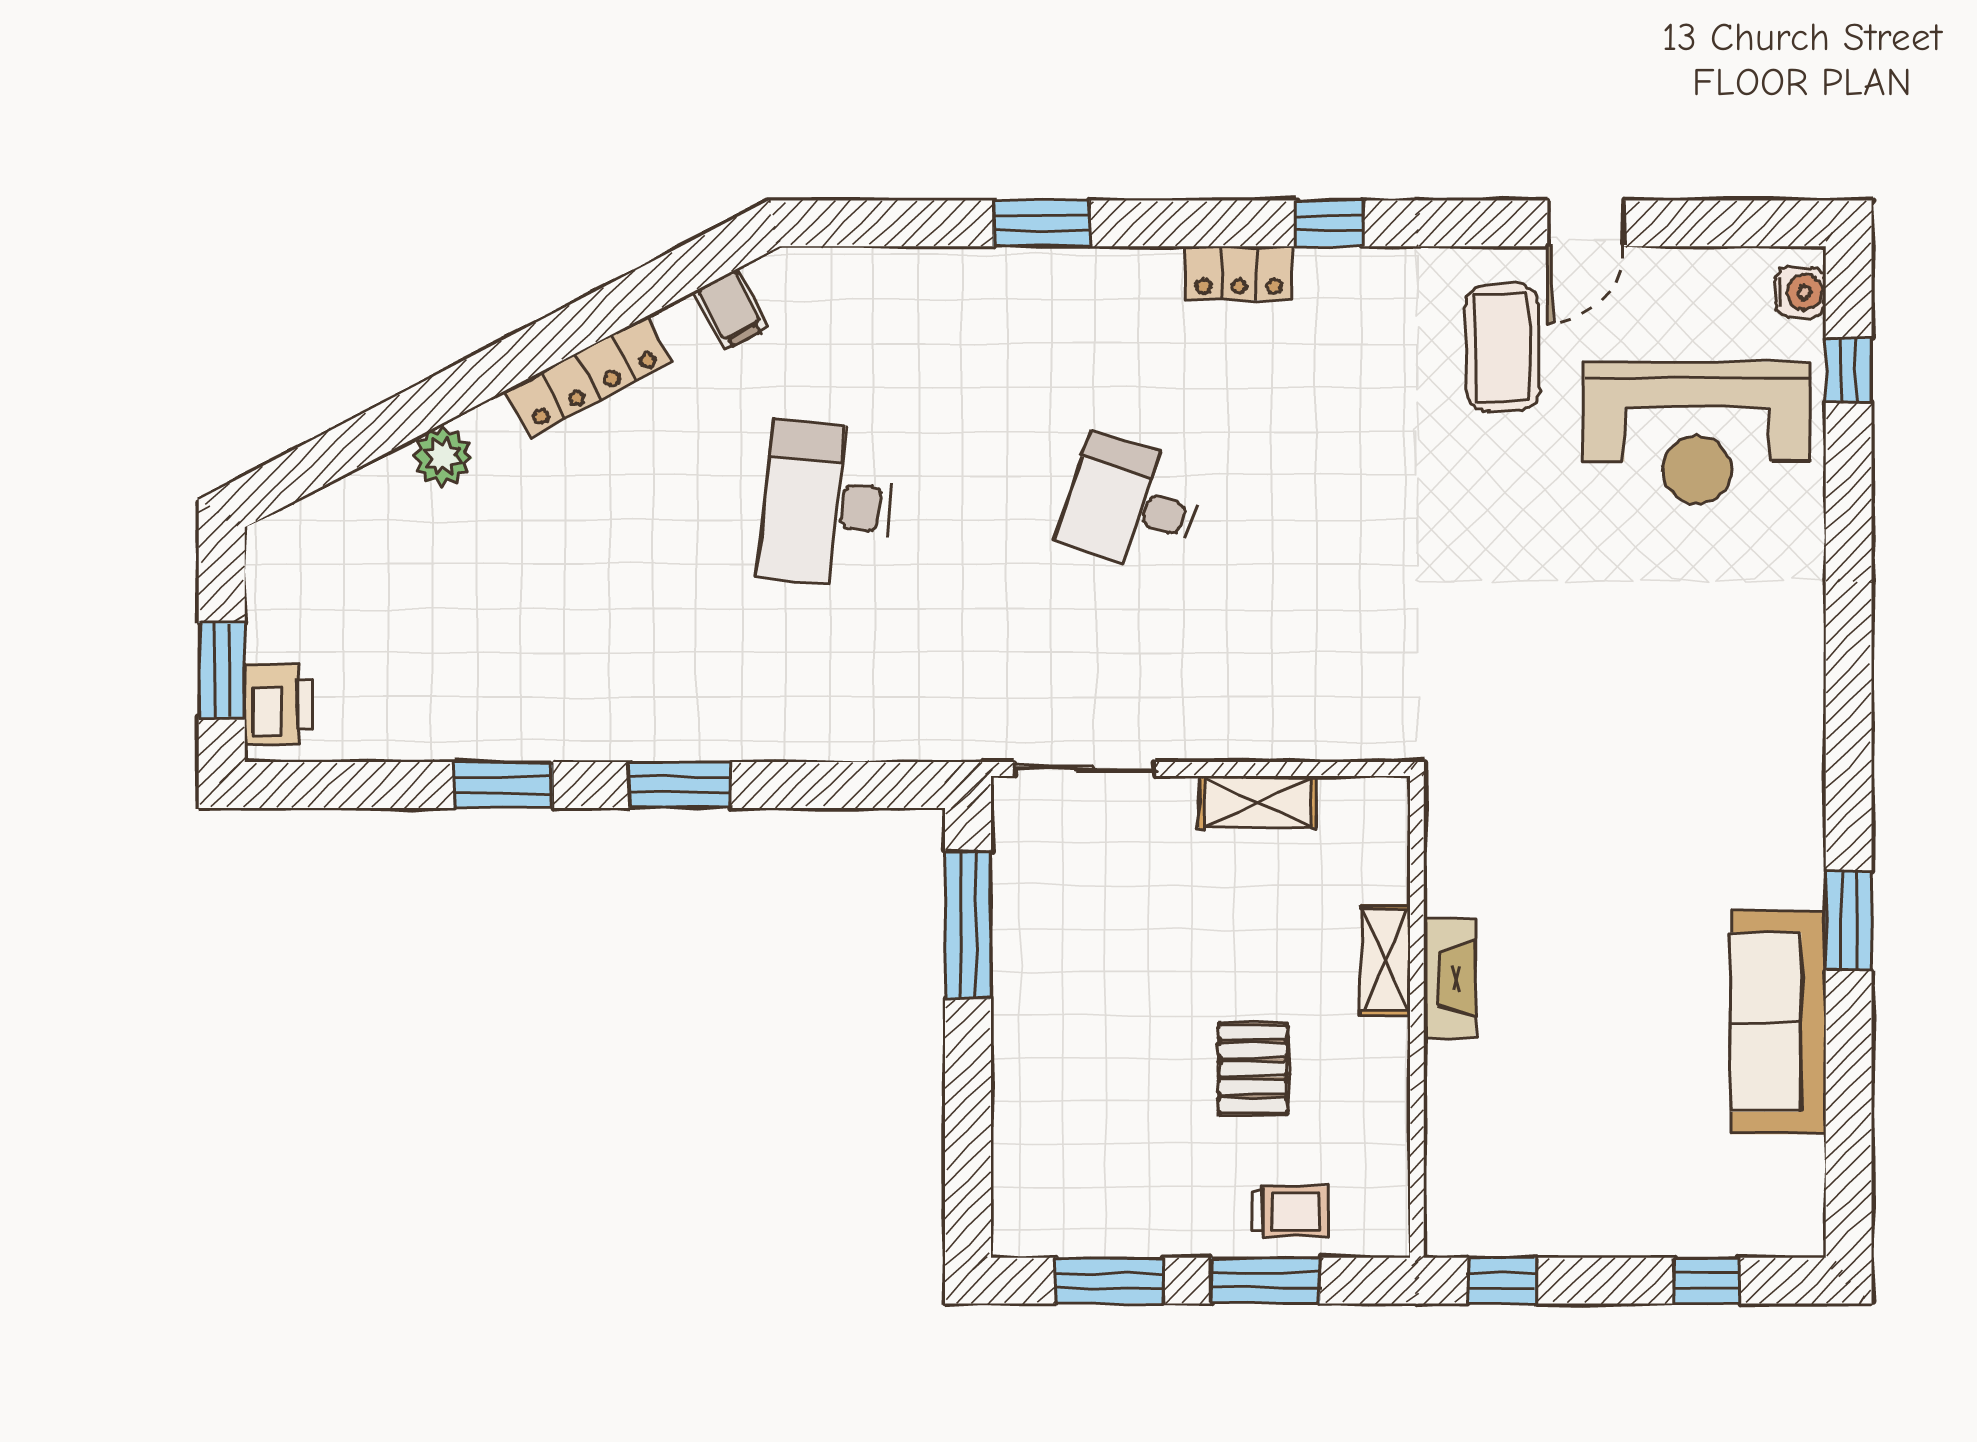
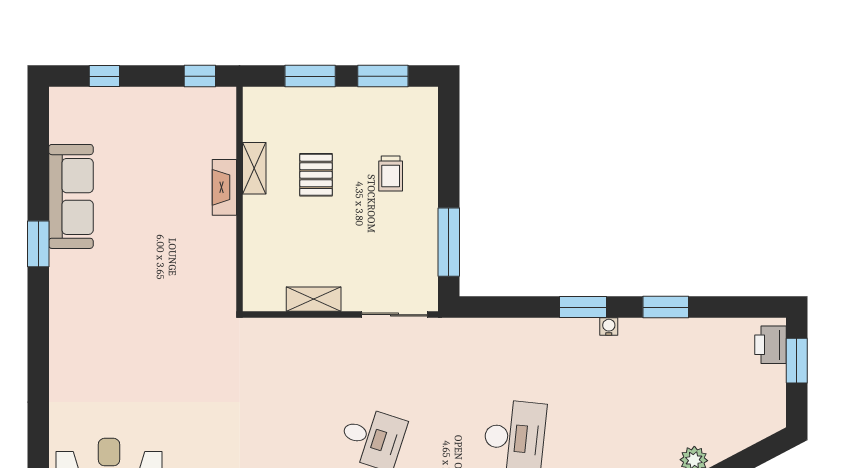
water cooler: (625, 743) -> (609, 327), added
shelving: (1385, 960) -> (254, 168), moved
fireplace: (1449, 979) -> (224, 187), moved
trolley: (1290, 1211) -> (391, 174), moved, turned -90

